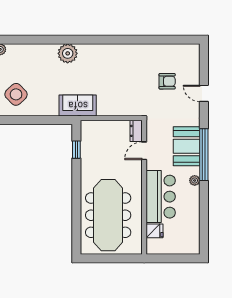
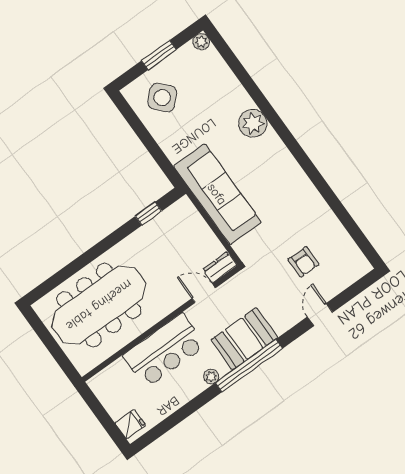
sofa: (78, 105) -> (217, 194), width x1.85, depth x1.27
fridge: (155, 231) -> (130, 424), moved, turned -90

